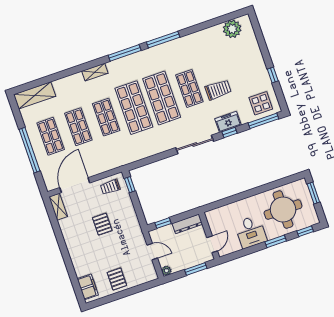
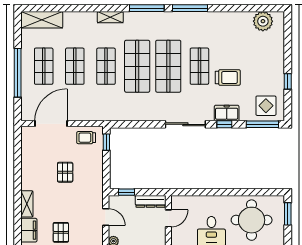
shelving: (58, 207) -> (27, 204), moved
door: (212, 244) -> (168, 218), moved

